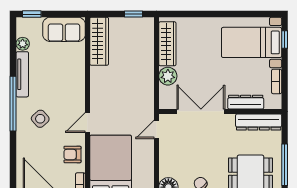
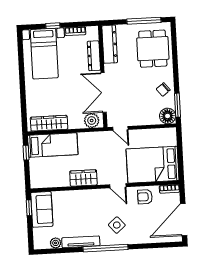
window: (32, 14) -> (29, 208), moved
window: (285, 39) -> (53, 26), moved
wardrobe: (99, 41) -> (83, 178), moved, width x0.67
bed: (141, 47) -> (53, 145), added
plant: (168, 76) -> (92, 121), moved
armchair: (72, 154) -> (145, 197), turned 90

